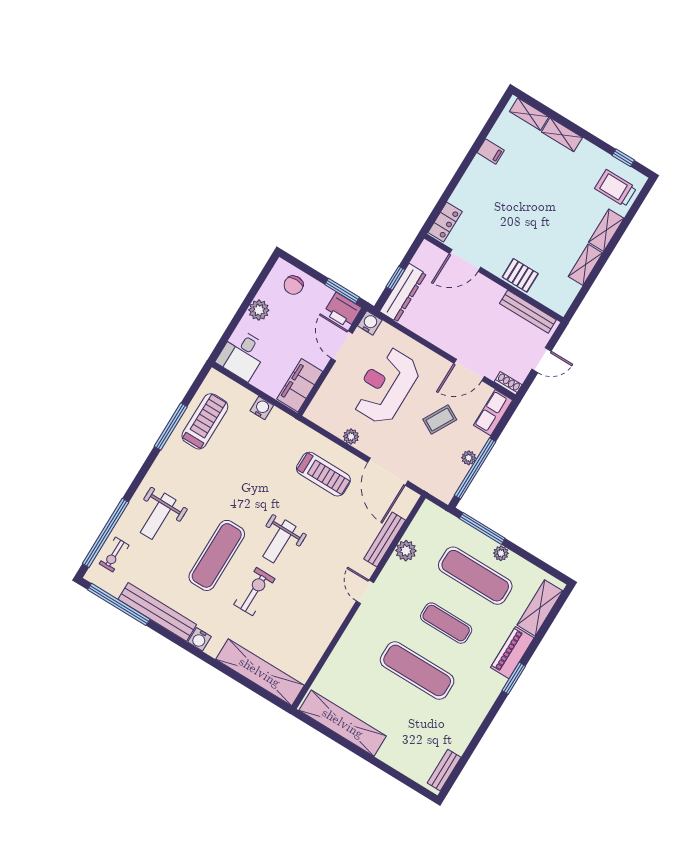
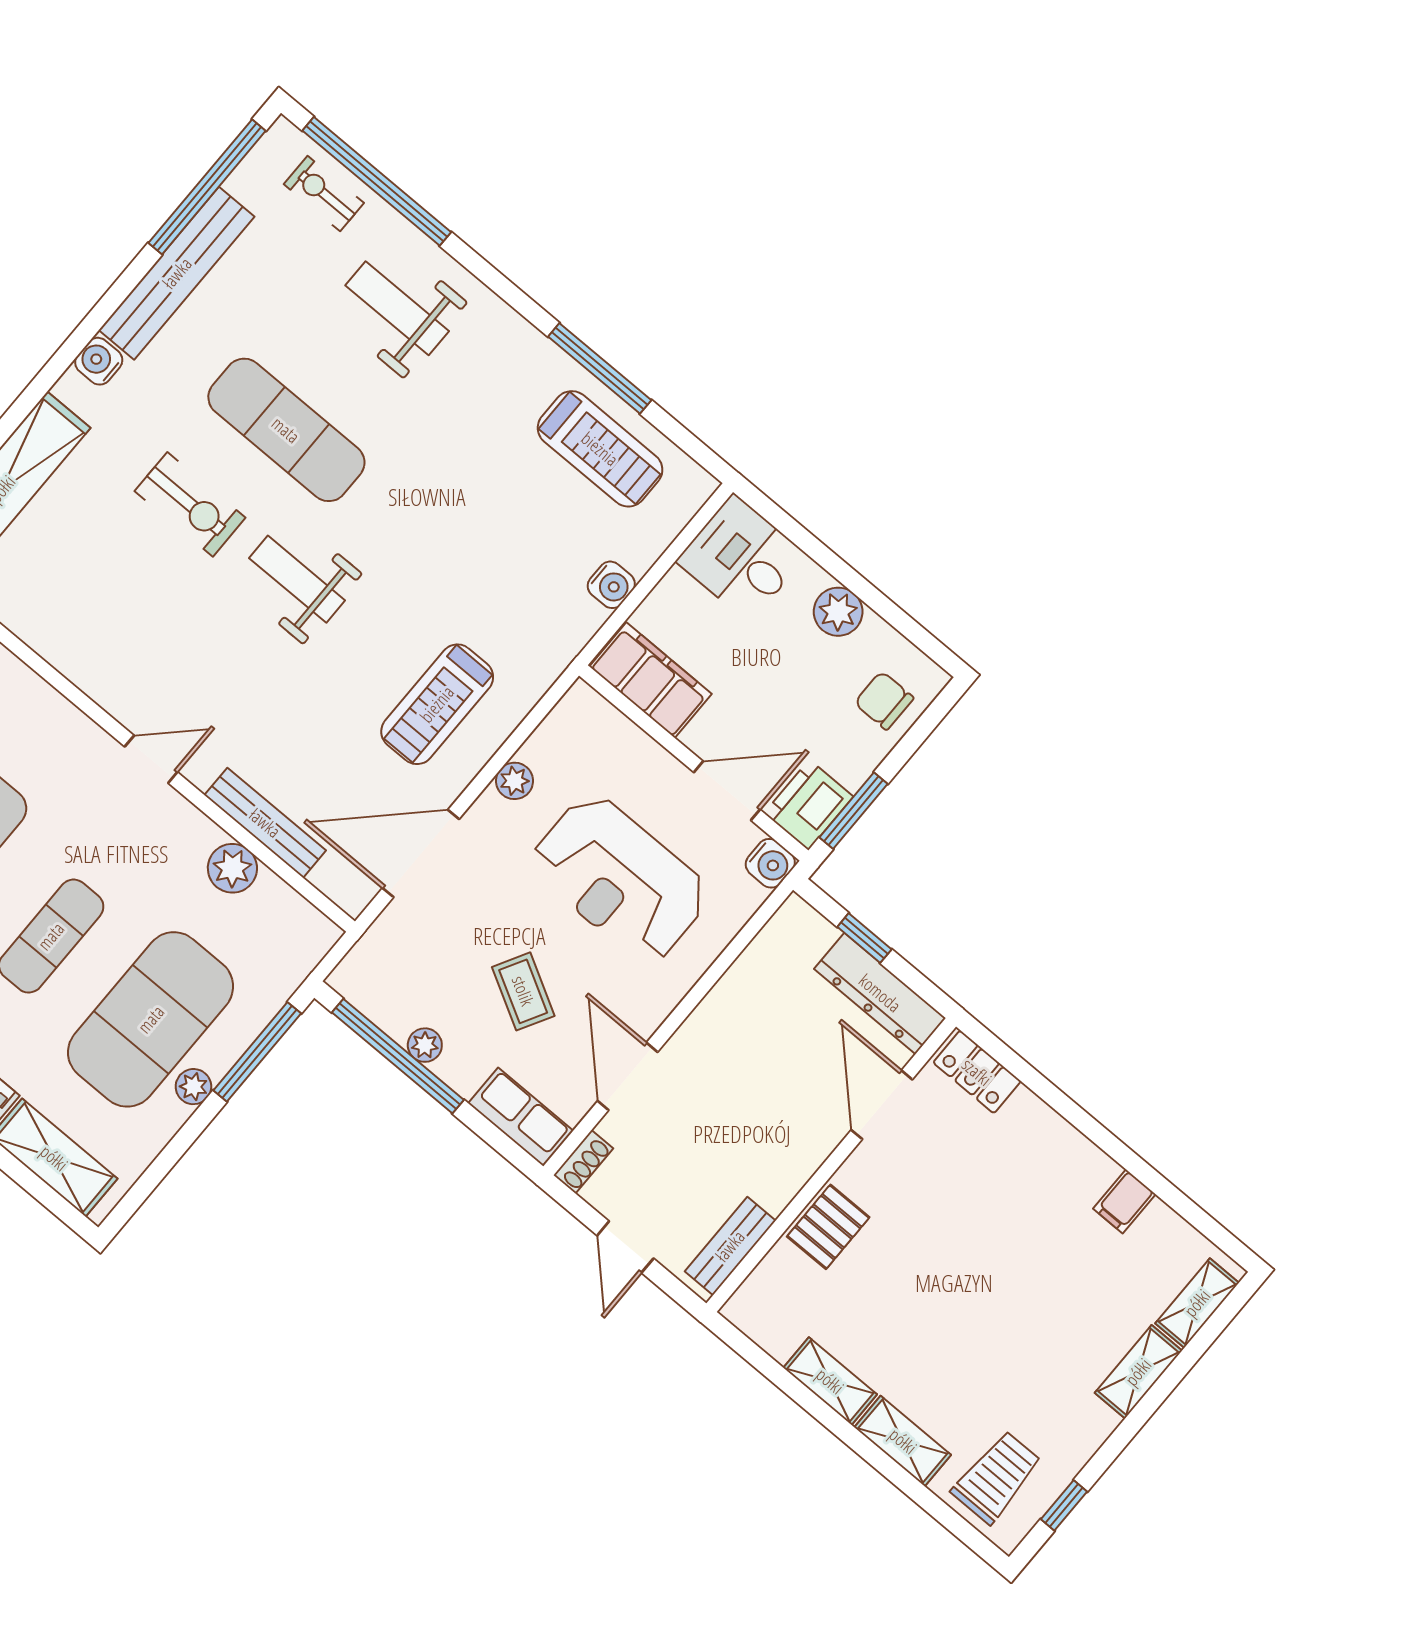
dresser: (403, 293) -> (880, 993), moved
bench: (528, 312) -> (730, 1246), width x0.73
reception desk: (386, 386) -> (620, 879), turned 180
exercise mat: (475, 576) -> (151, 1019), width x1.47

